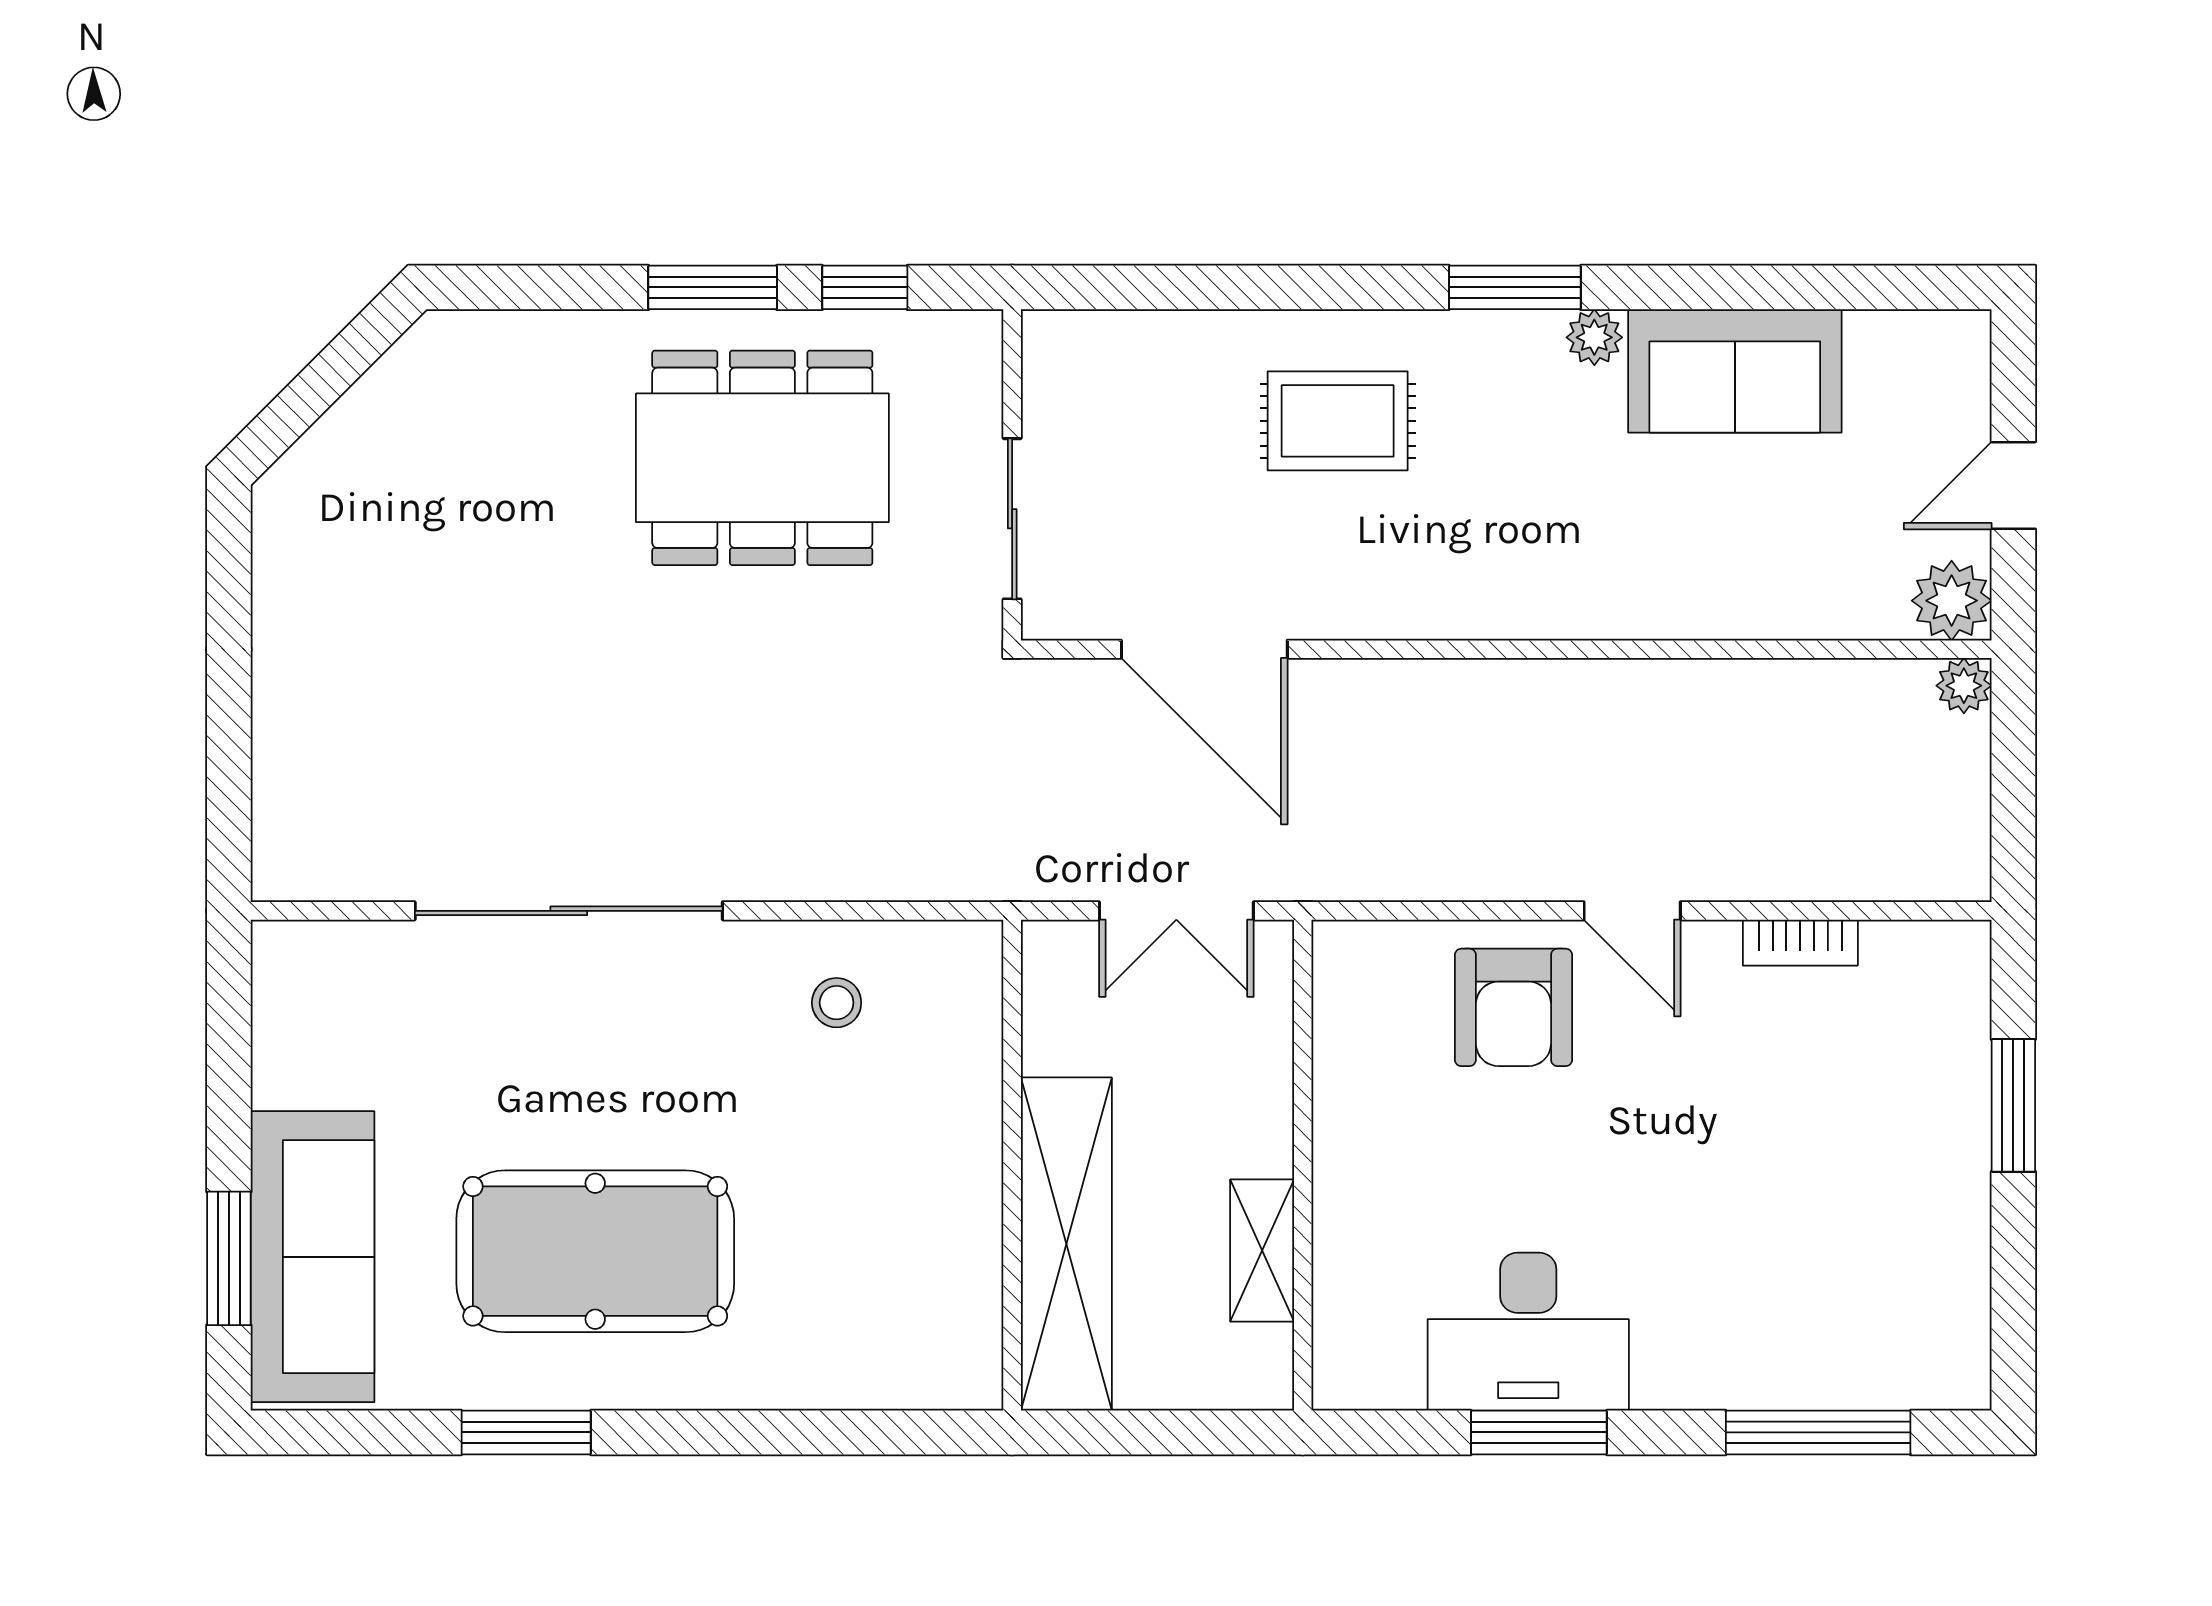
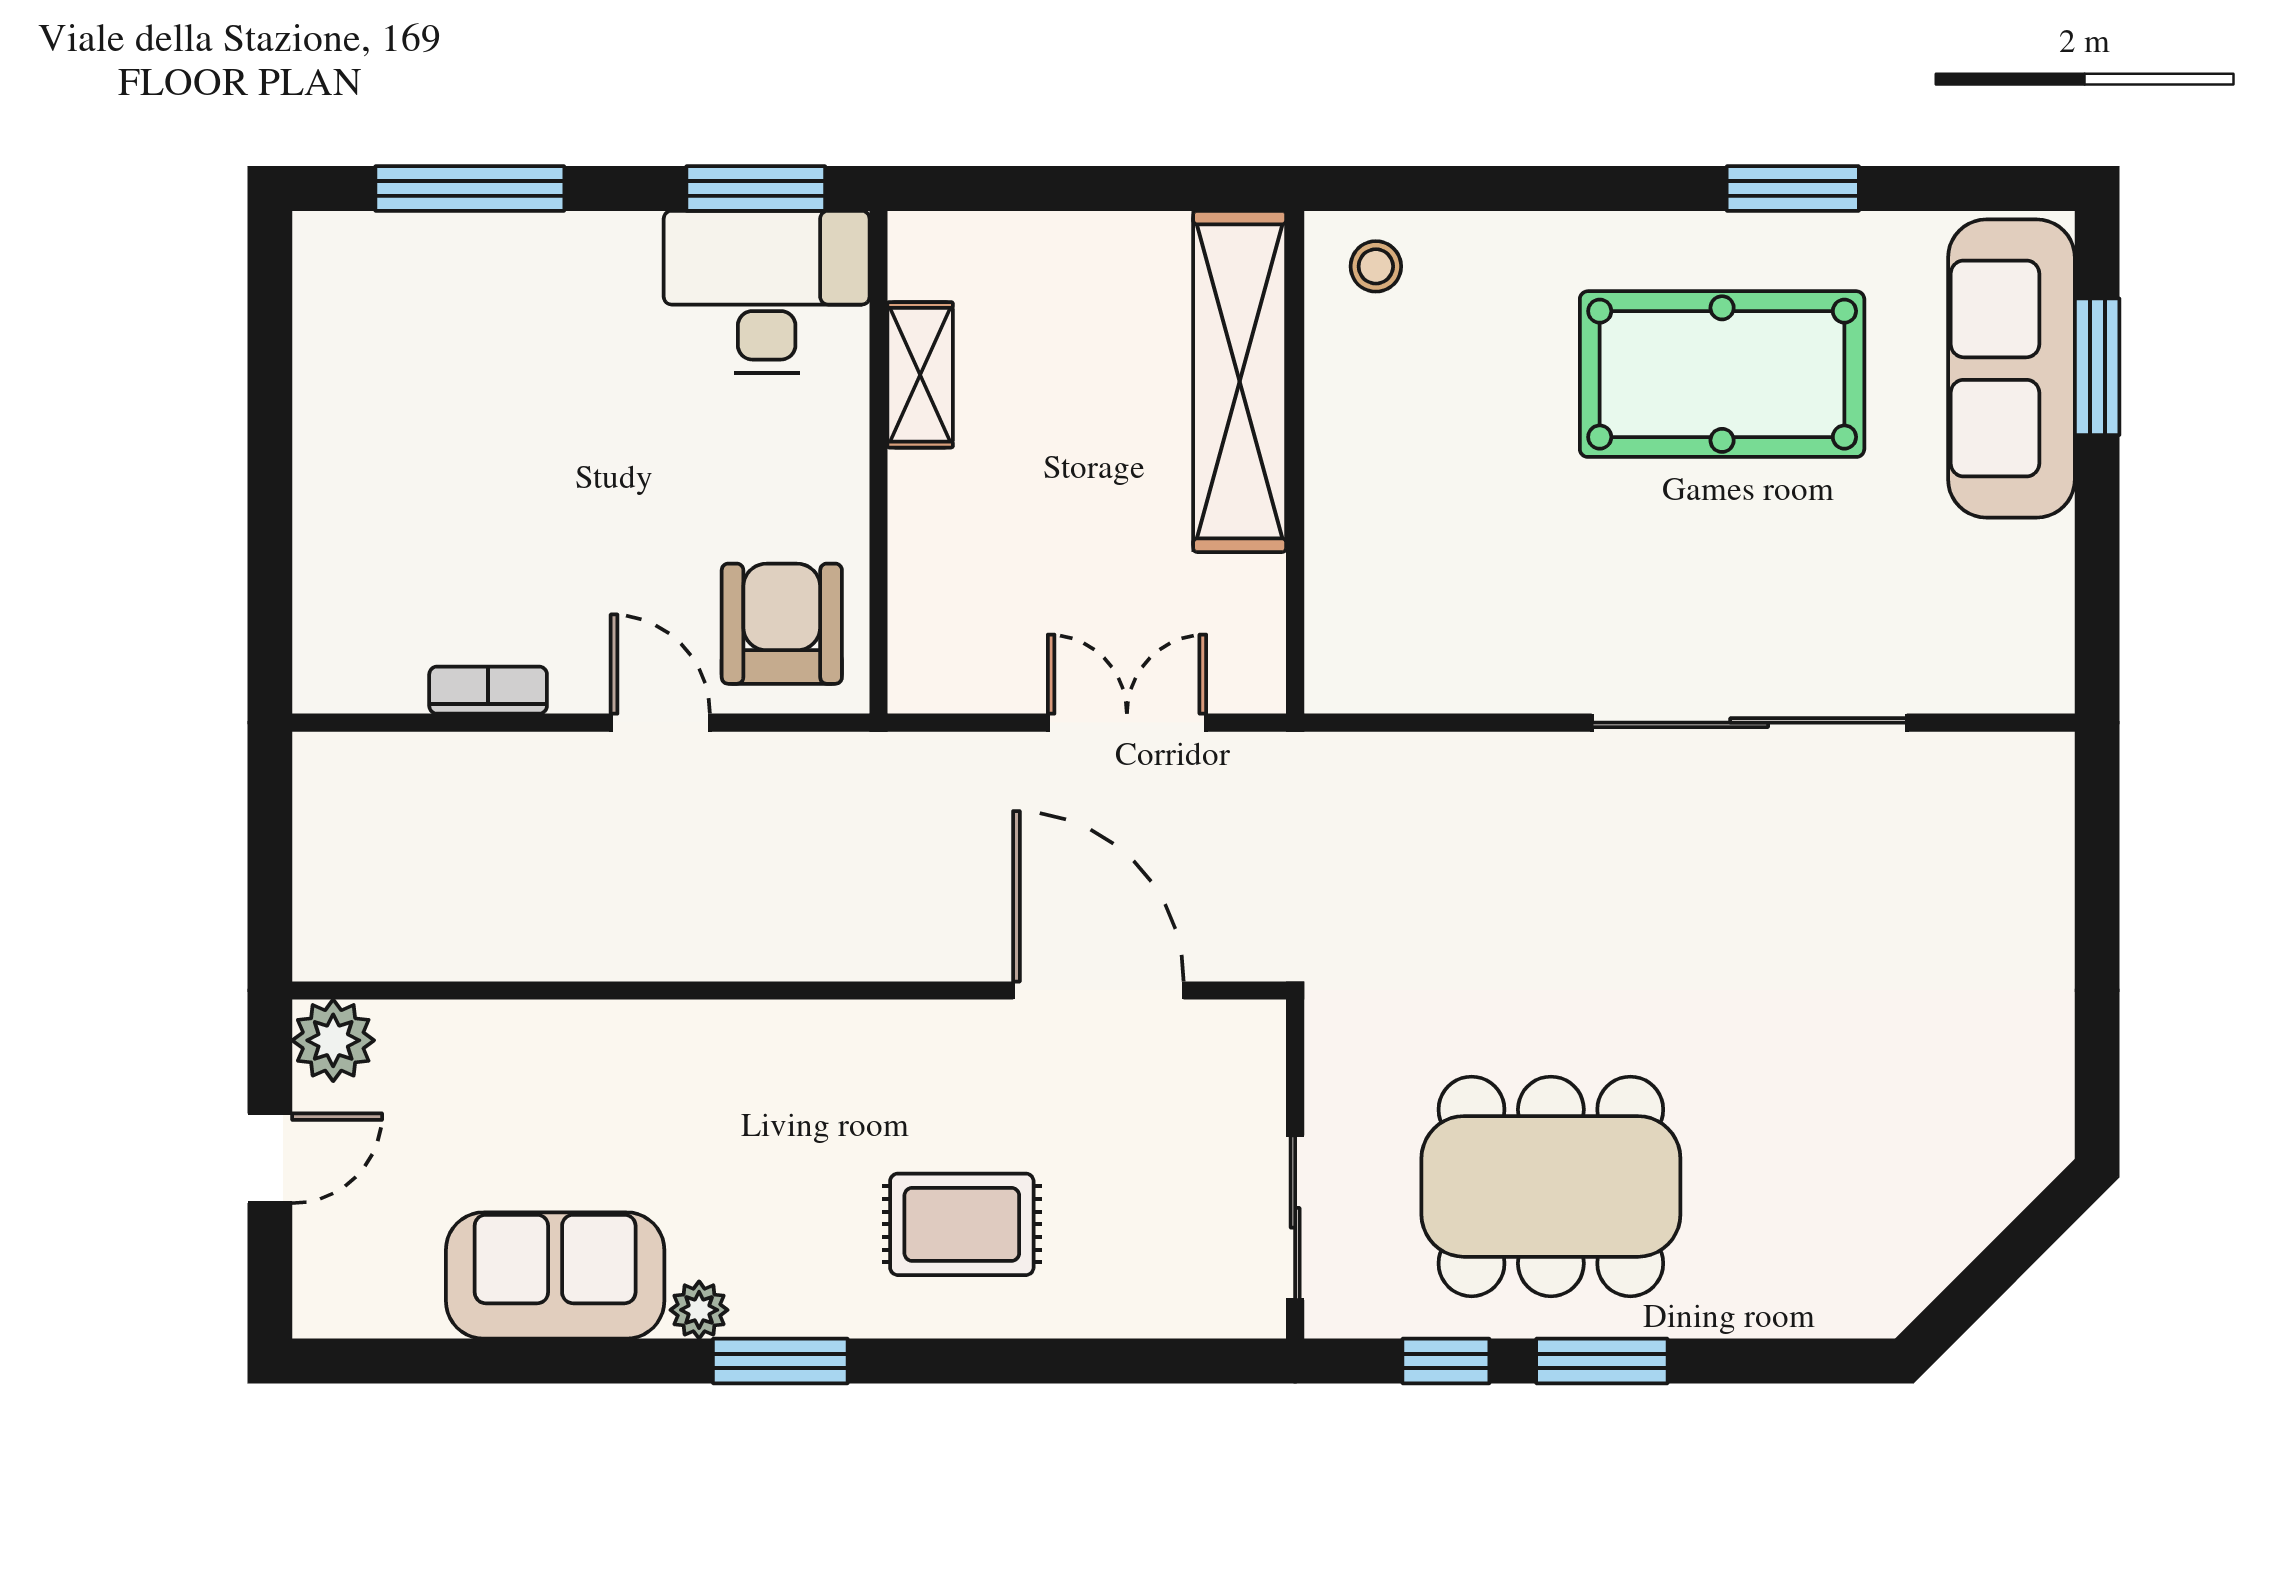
sliding door: (1012, 519) -> (1295, 1218), moved
plant: (1964, 686) -> (321, 953), removed
stool: (837, 1003) -> (1376, 266), moved
window: (2013, 1105) -> (270, 523), removed
wall: (1303, 1165) -> (878, 462), moved
shelving: (1262, 1251) -> (920, 375), moved

